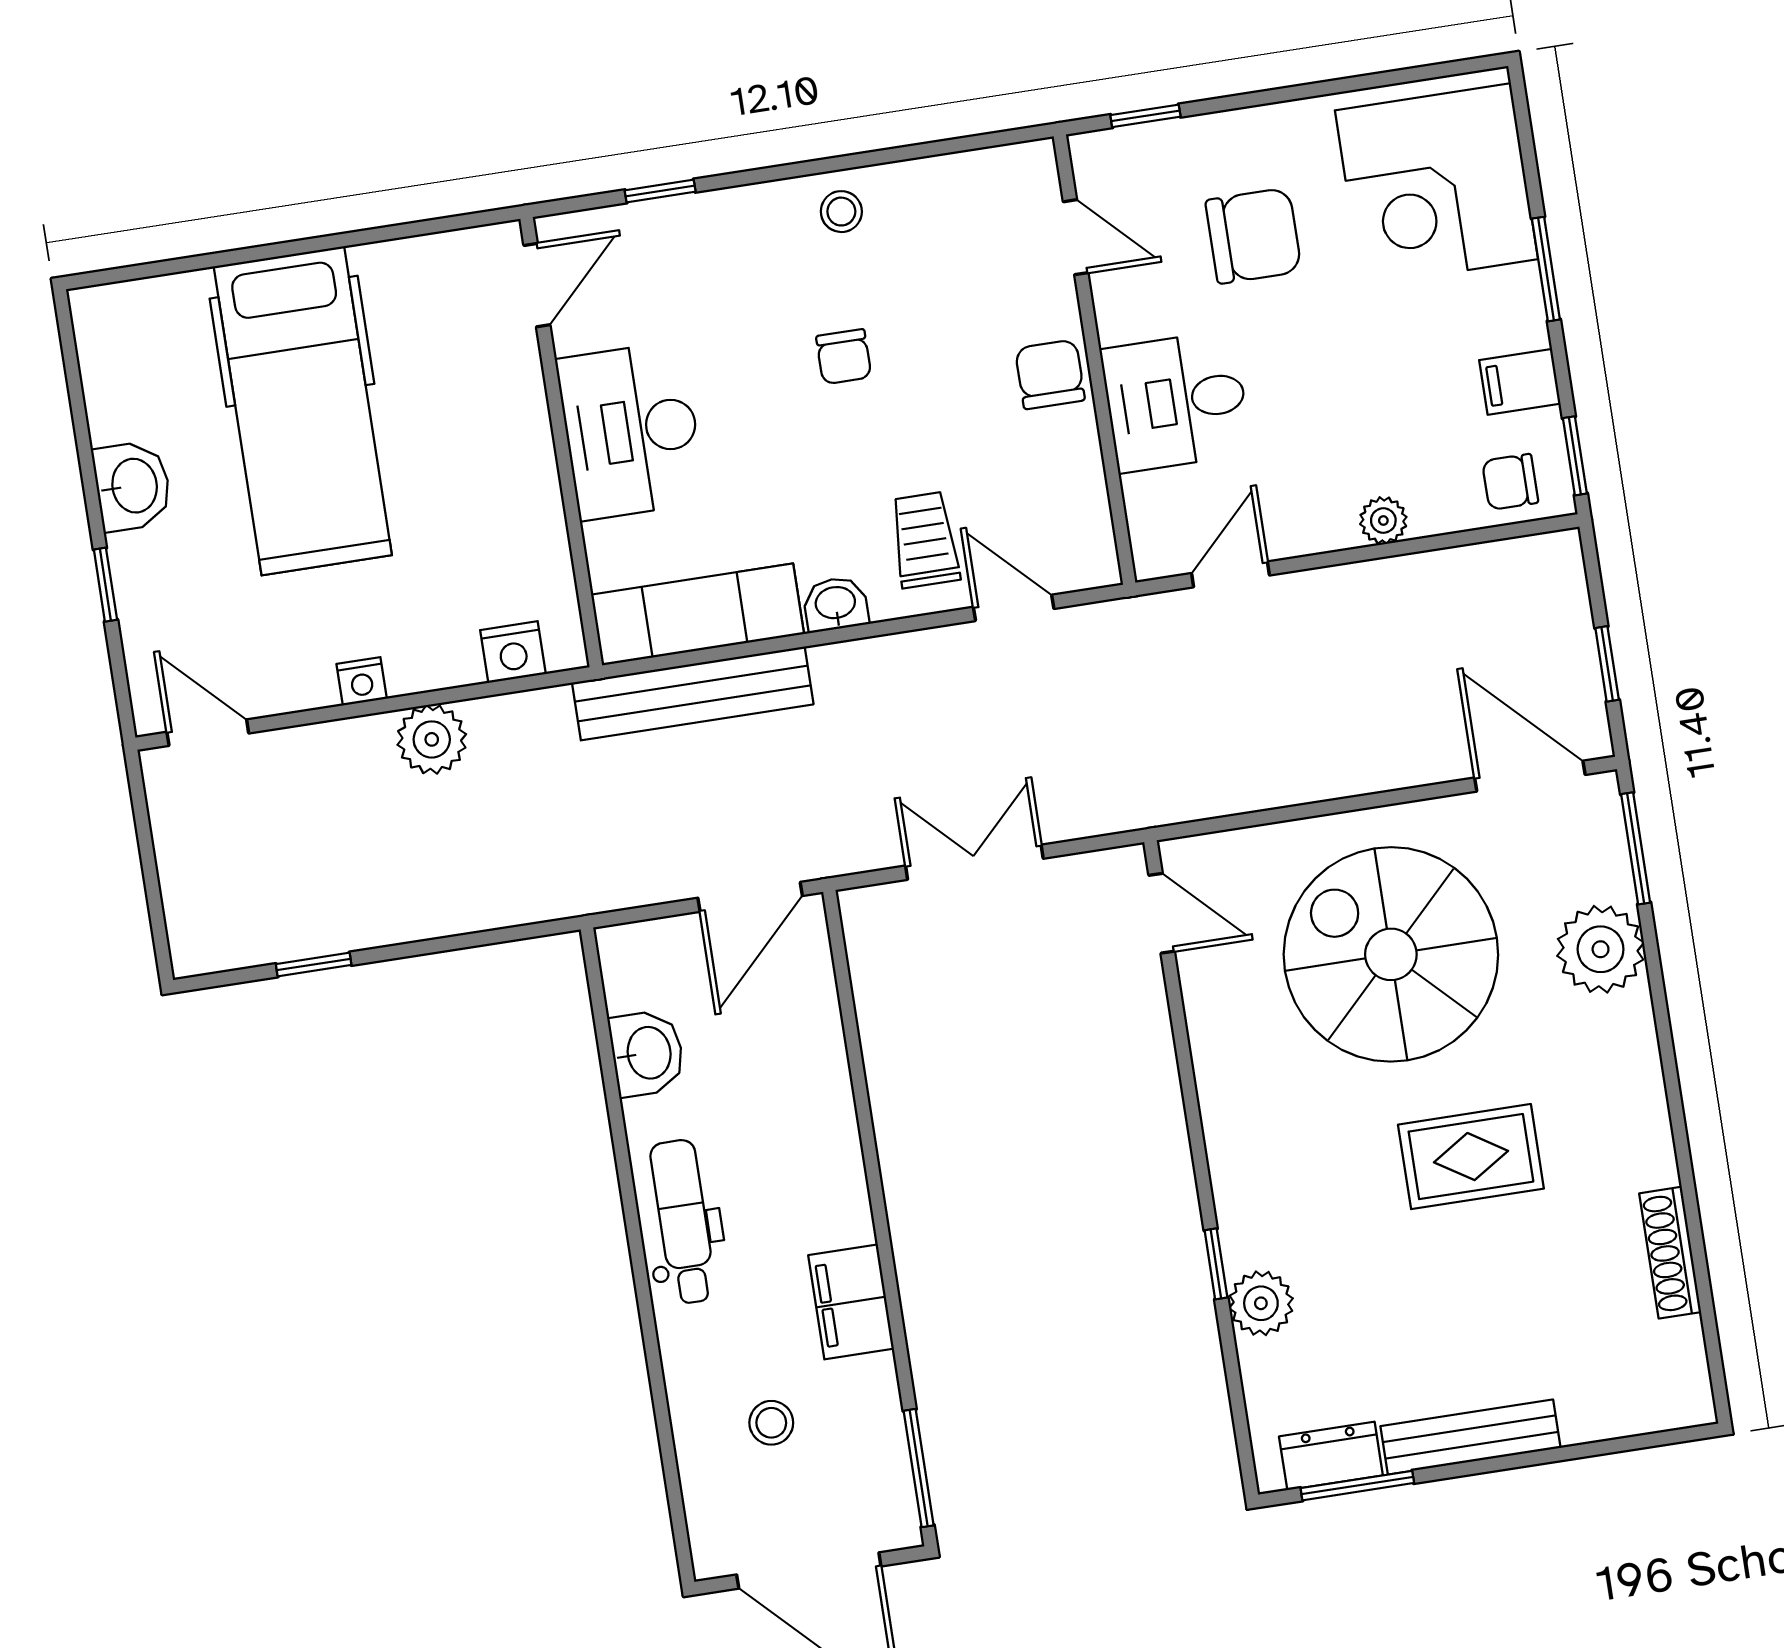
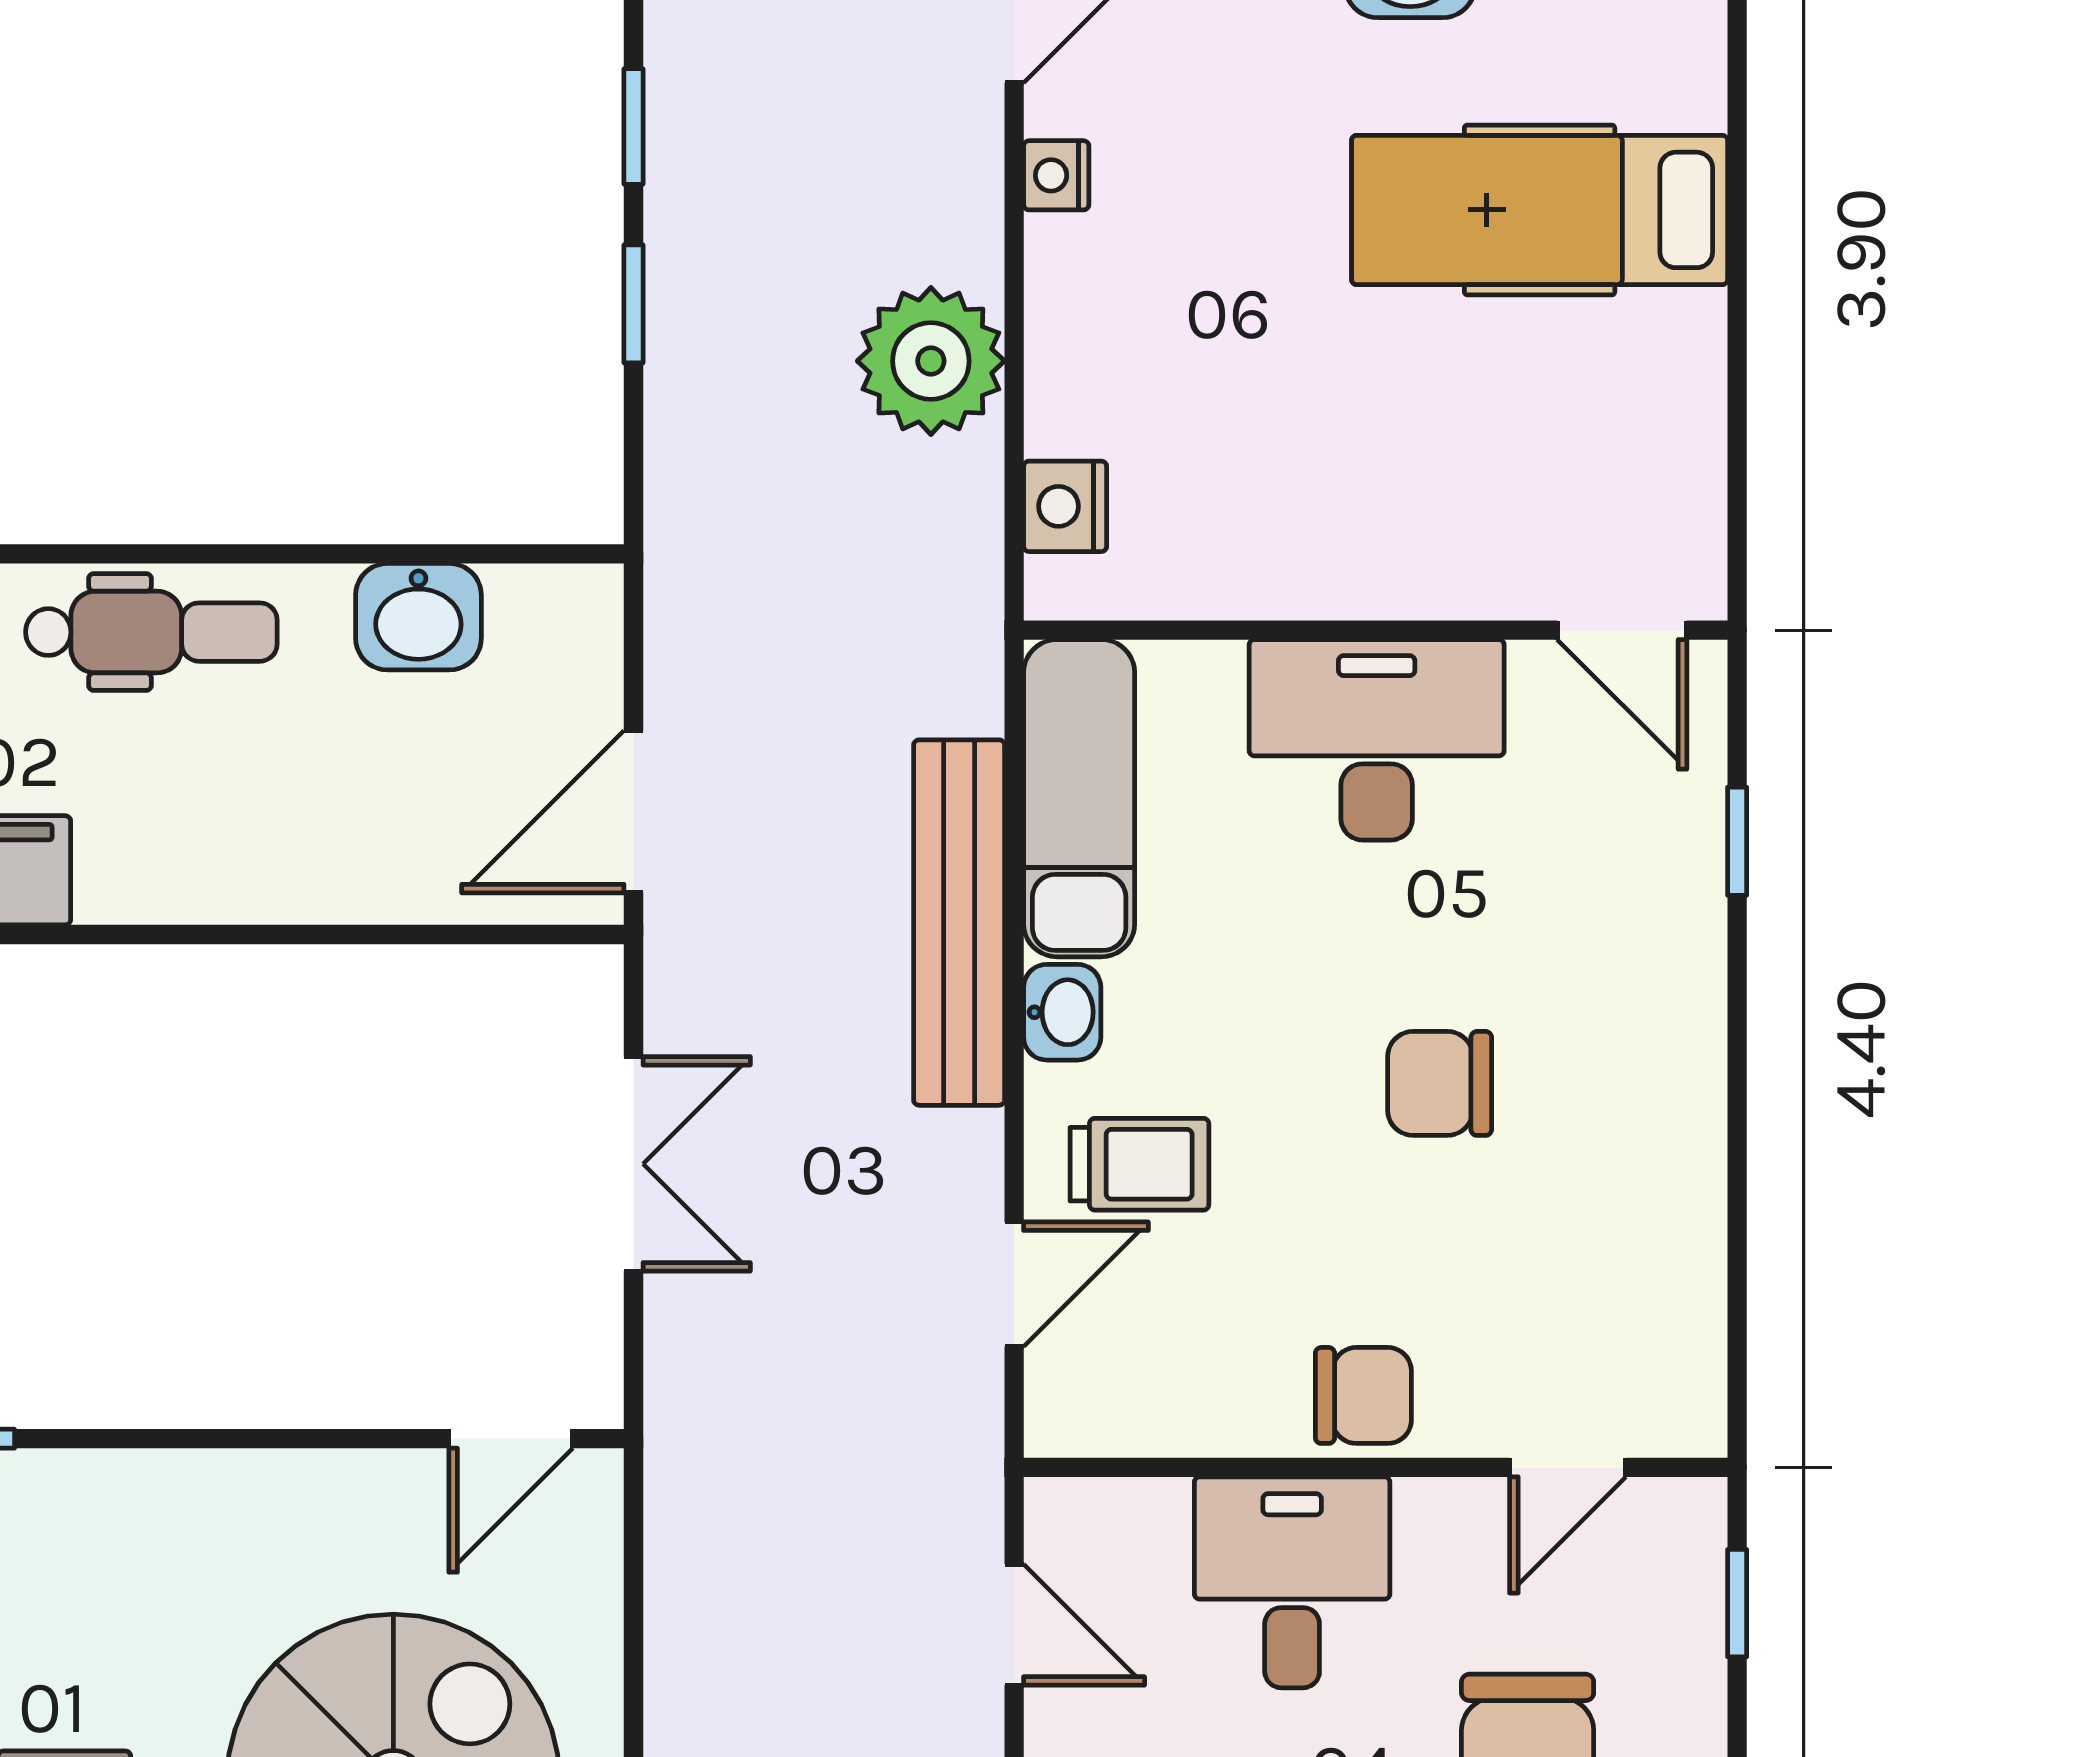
stool: (841, 212) -> (1663, 1114), removed
chair: (844, 357) -> (1440, 1083), width x1.37, depth x1.37
hospital bed: (303, 411) -> (1540, 210), width x0.73, depth x0.78
nightstand: (362, 681) -> (1056, 175), moved
bench: (693, 693) -> (959, 923), moved
plant: (432, 739) -> (931, 361), width x1.36, depth x1.36
door: (750, 897) -> (634, 812), hinge flipped
window: (427, 947) -> (634, 304), added

